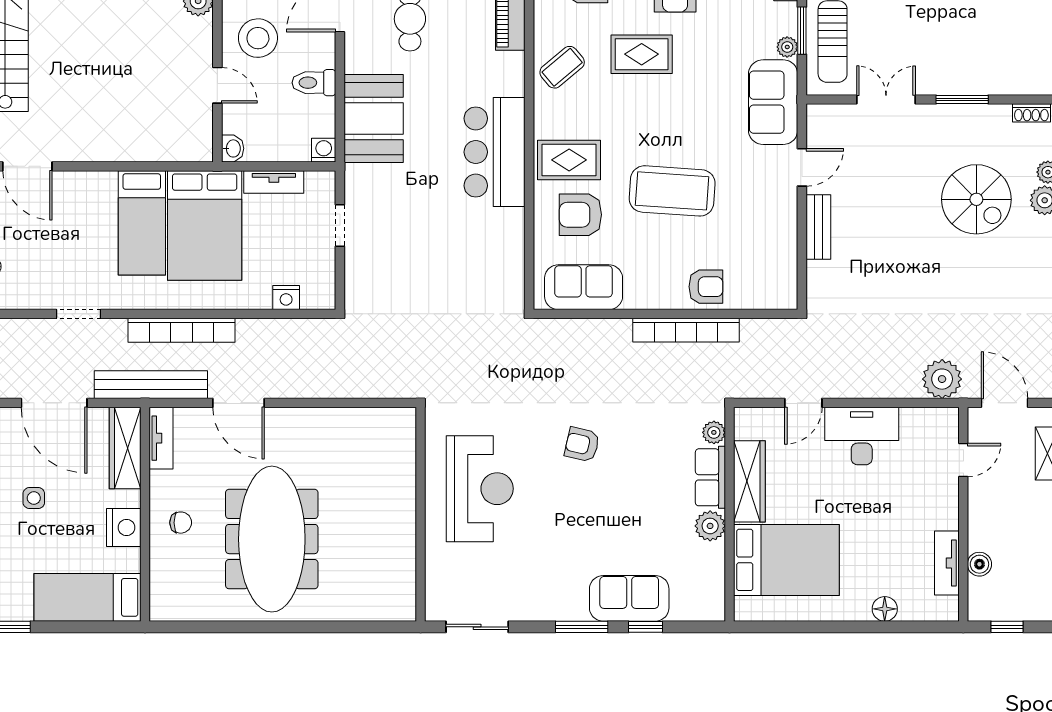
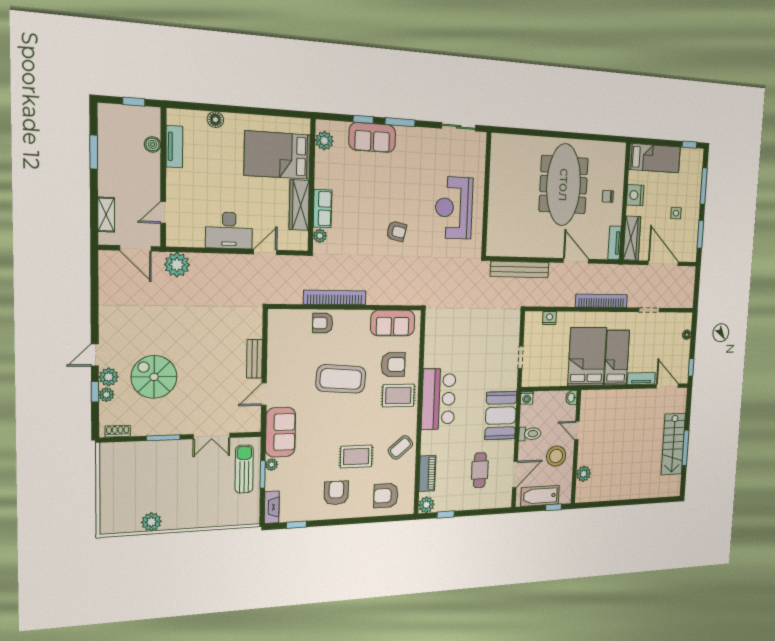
tv unit: (274, 182) -> (641, 379), moved
bench: (151, 385) -> (520, 269), moved
plant: (710, 526) -> (324, 141), moved

